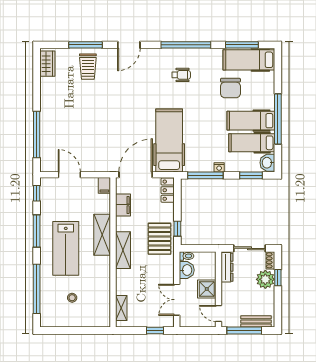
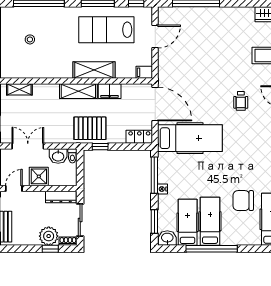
wheelchair: (181, 75) -> (241, 101), moved
filing cabinet: (123, 205) -> (110, 91), moved
lab bench: (66, 248) -> (106, 30), moved

